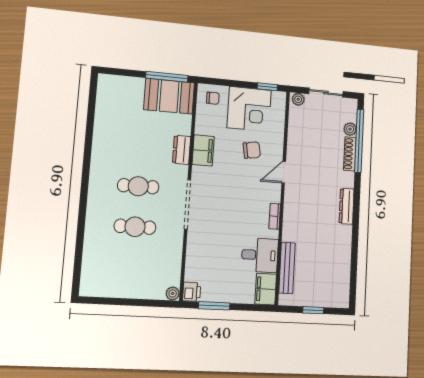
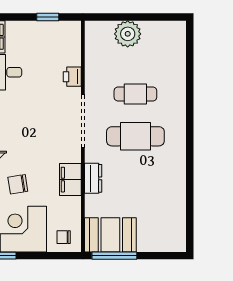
cafe table: (138, 186) -> (135, 136), width x1.37, depth x1.35
printer: (192, 292) -> (72, 77), moved
plant: (173, 293) -> (128, 34), moved, width x1.88, depth x1.88
window: (214, 306) -> (48, 17), width x0.67

